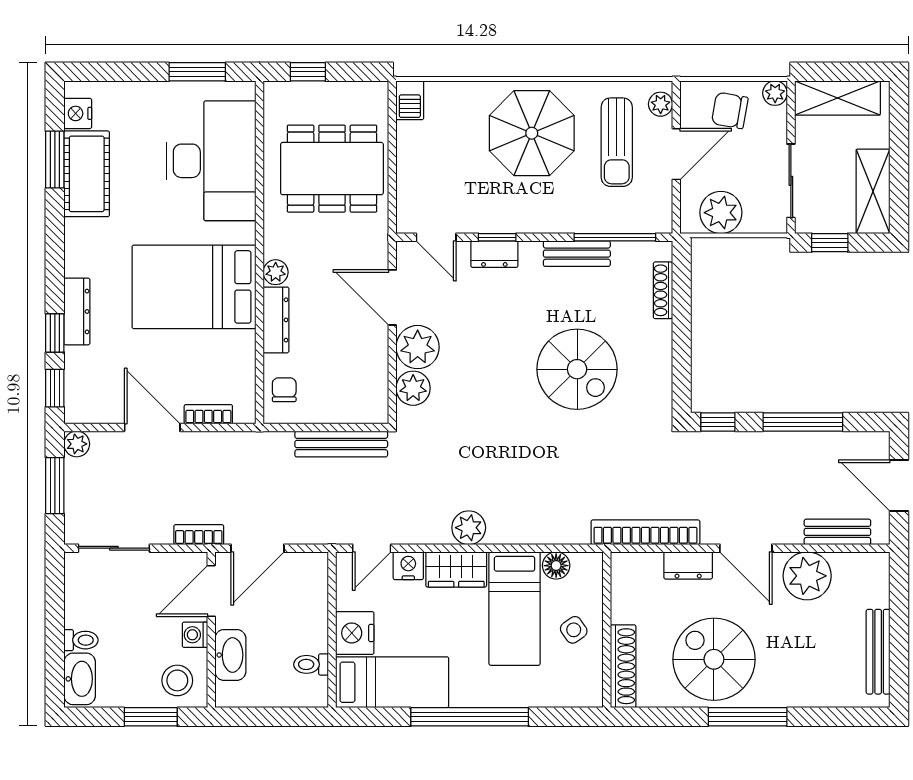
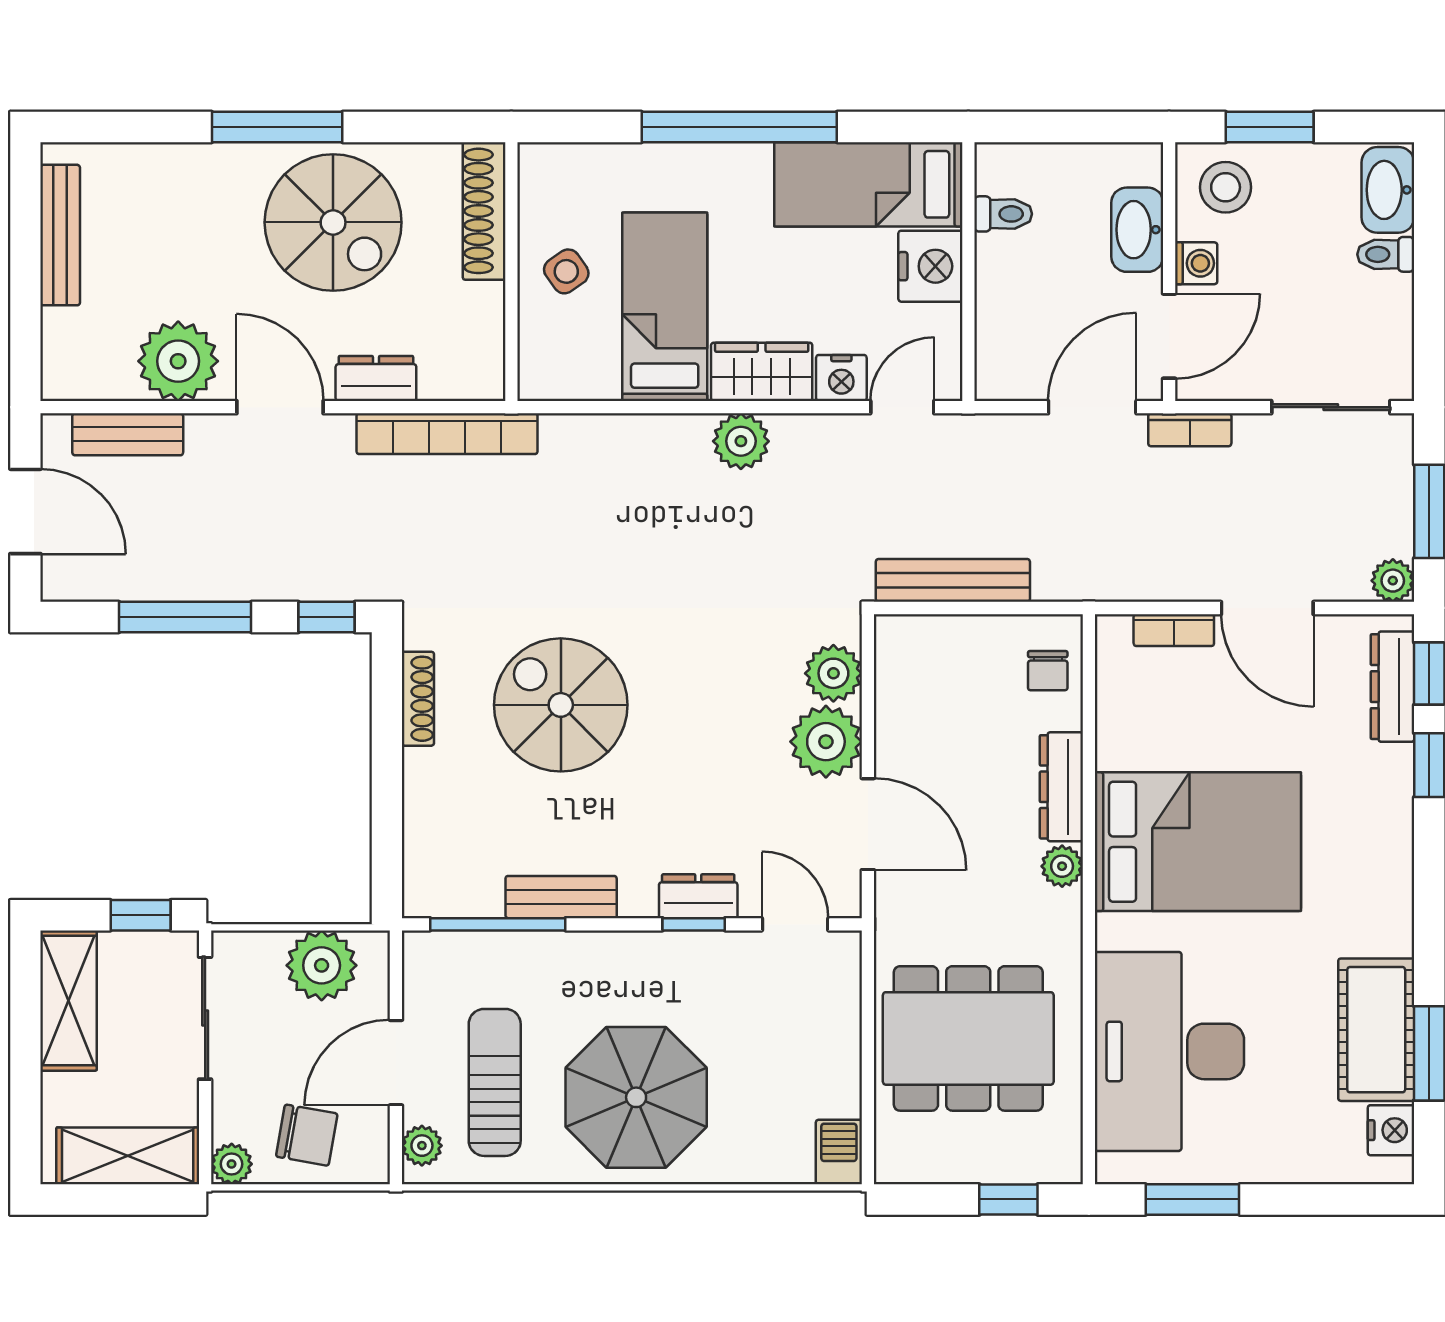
shoe rack: (663, 290) -> (418, 699), moved
dresser: (77, 311) -> (1392, 687), moved
floor lamp: (556, 566) -> (596, 378), removed

